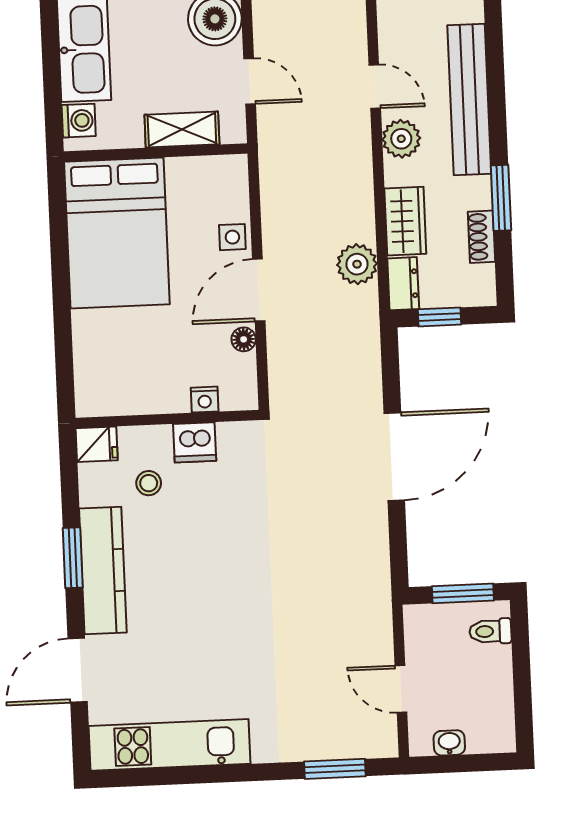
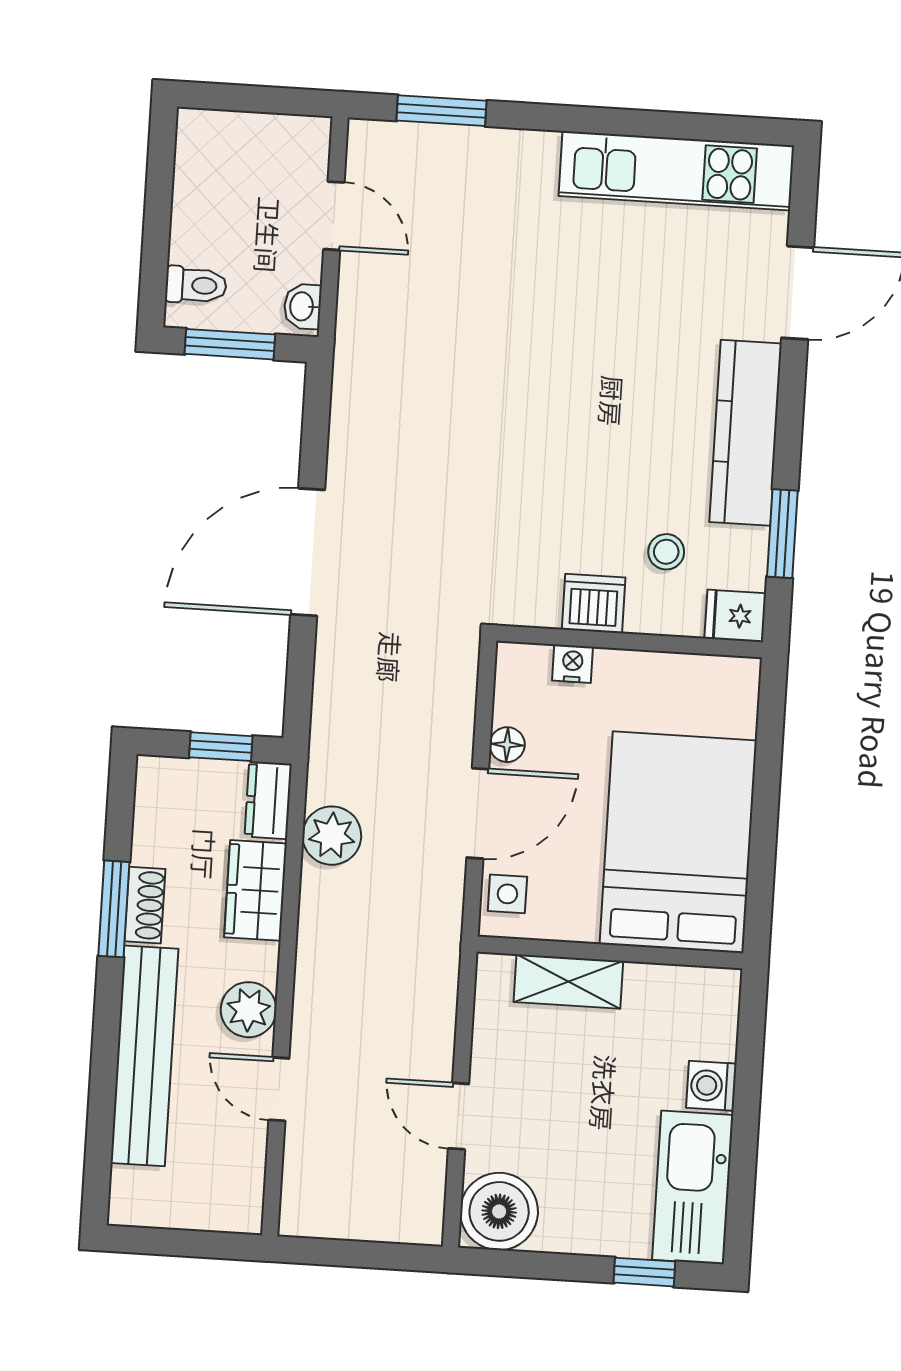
shelving: (182, 130) -> (568, 982), moved
wall: (156, 152) -> (610, 953), moved
bed: (117, 233) -> (678, 842), moved
shoe rack: (481, 237) -> (145, 905), moved
window: (73, 558) -> (782, 534), moved
washbasin: (449, 743) -> (303, 306), moved, turned 90

